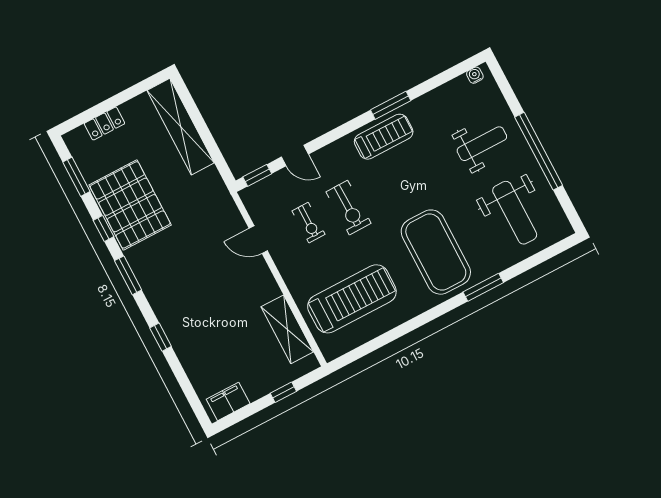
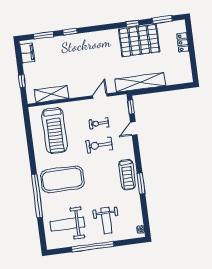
shelving: (181, 127) -> (140, 82), moved
window: (128, 275) -> (44, 35), moved
window: (483, 287) -> (37, 196), width x2.11

